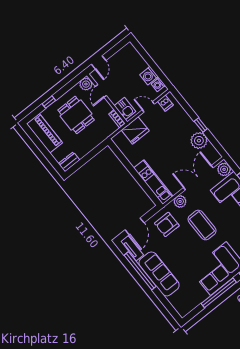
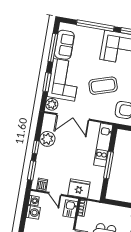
window: (185, 105) -> (32, 170), added
window: (133, 172) -> (109, 165), added
plant: (180, 201) -> (100, 115), removed
coffee table: (202, 225) -> (103, 86), turned 72

